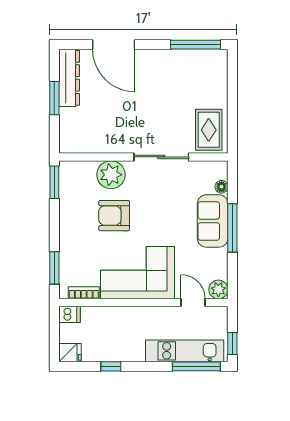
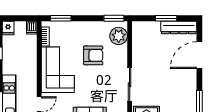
plant: (111, 175) -> (119, 36), moved
armchair: (114, 216) -> (93, 55), turned 90

